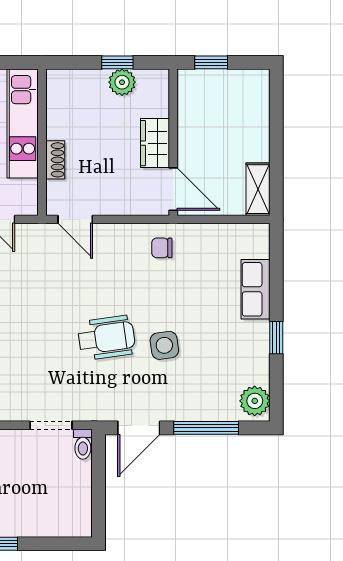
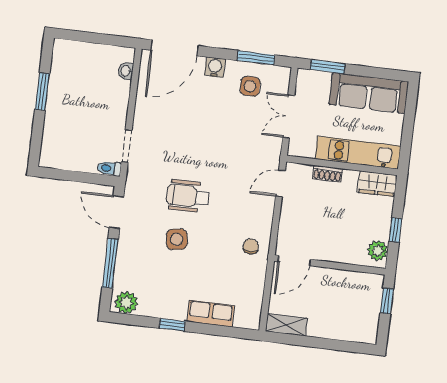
plant: (122, 82) -> (378, 251), moved
wardrobe: (155, 143) -> (377, 184), moved, turned 180
wheelchair: (106, 338) -> (188, 196), turned 98

